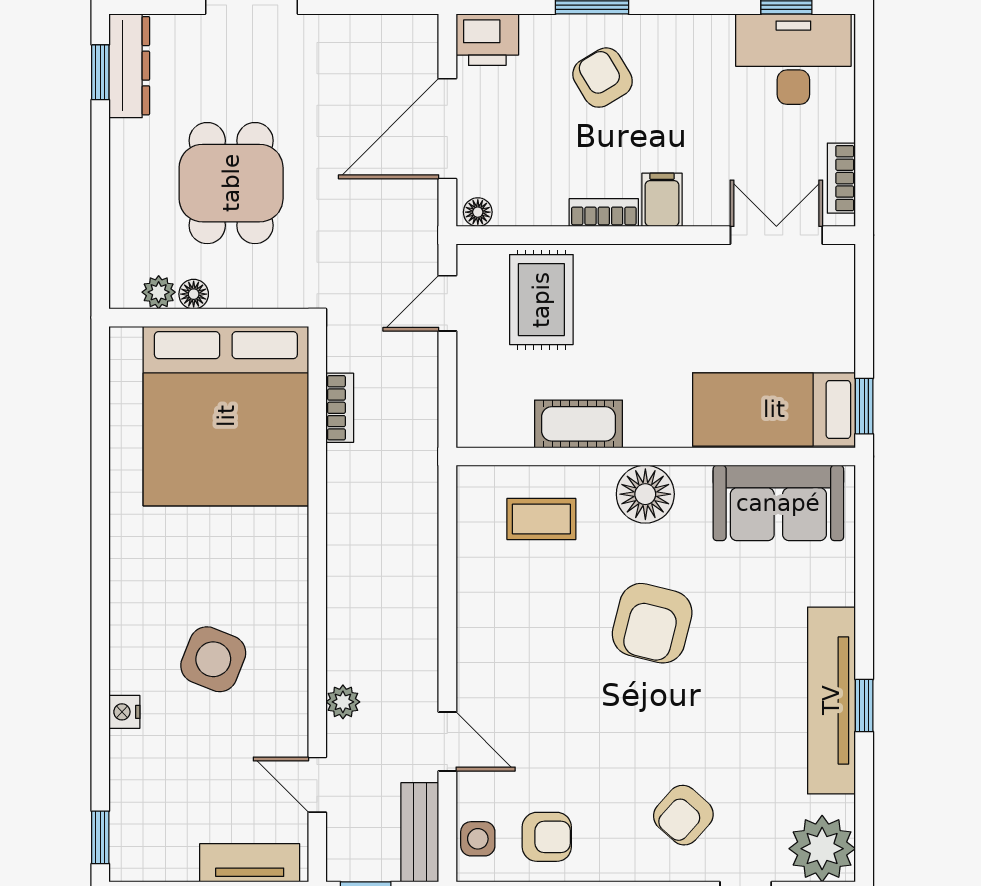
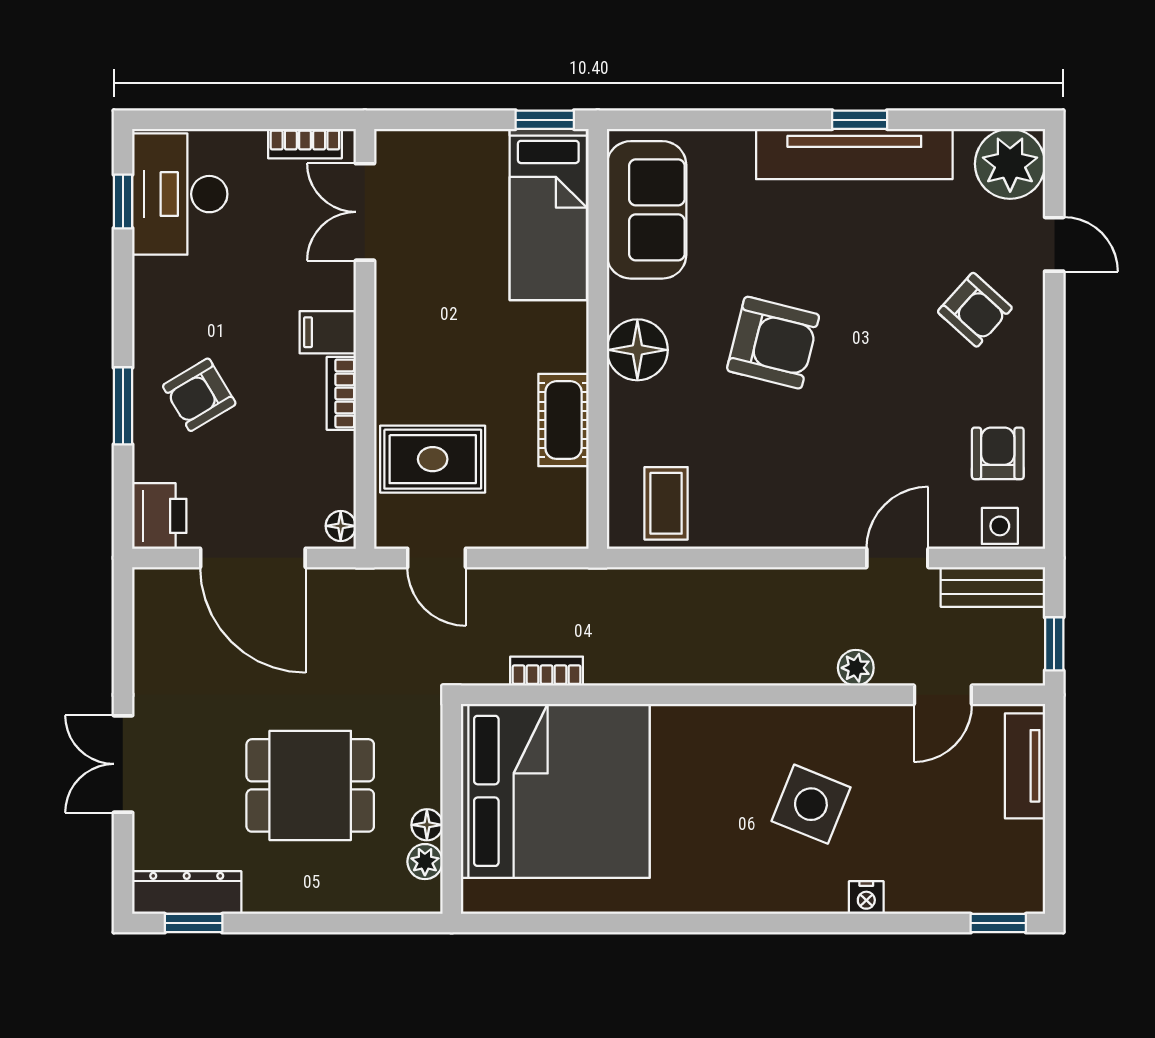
coffee table: (541, 519) -> (666, 503), moved

